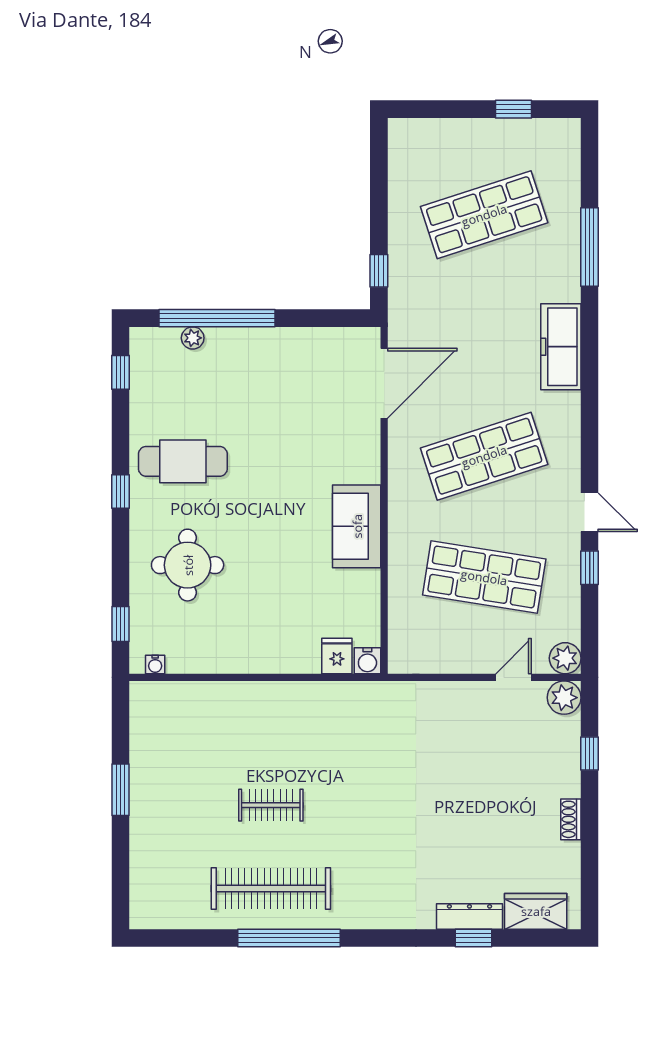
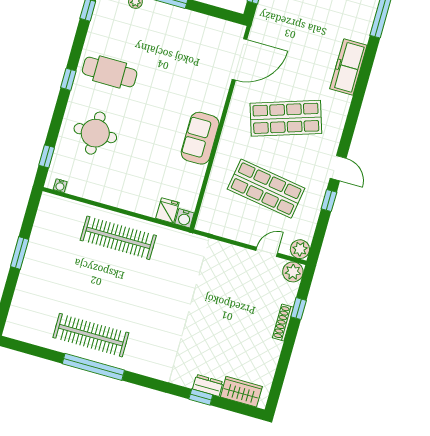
clothes rail: (271, 805) -> (118, 238), moved, width x1.86, depth x1.31
shoe rack: (571, 819) -> (283, 322), moved, width x1.43
dresser: (469, 916) -> (208, 385), width x0.70

